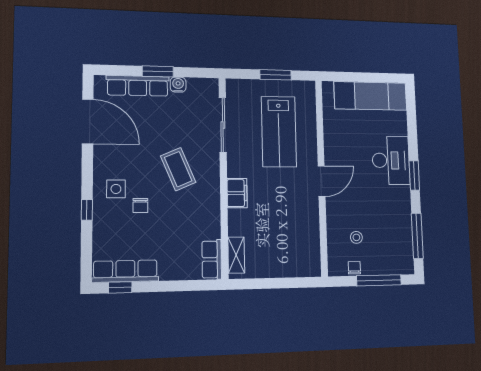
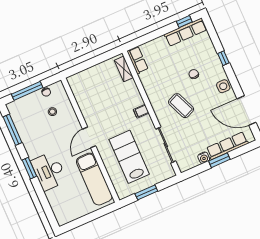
exam couch: (370, 96) -> (94, 179), moved, turned -90
side table: (116, 189) -> (223, 86), moved
filing cabinet: (237, 193) -> (141, 111), width x0.50

